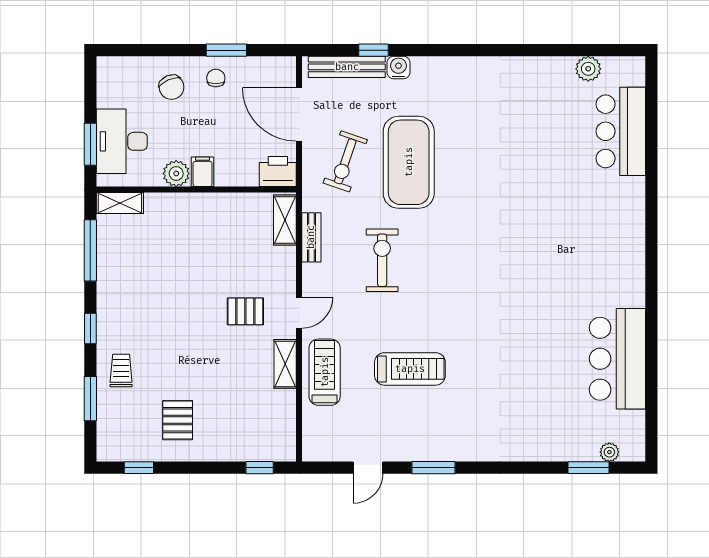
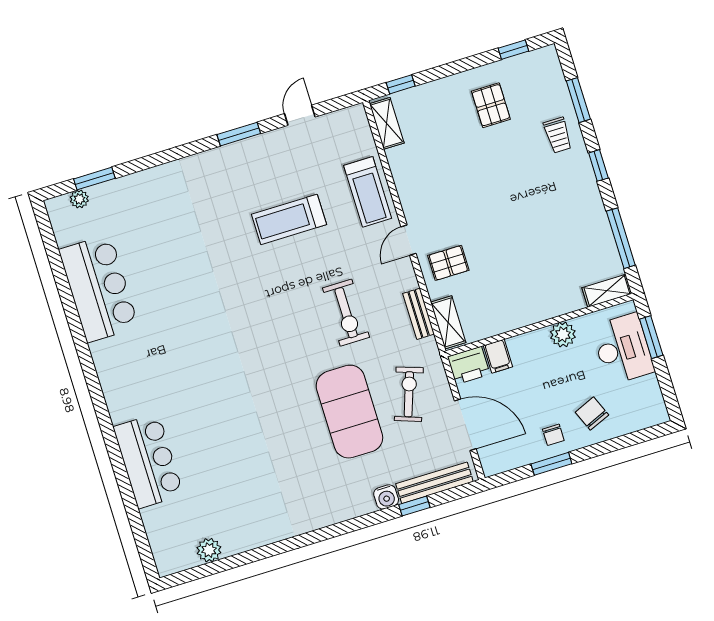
bar counter: (621, 131) -> (148, 461), moved
filing cabinet: (203, 172) -> (498, 356), moved
pallet: (245, 311) -> (448, 263), moved
shelving: (285, 364) -> (387, 123), moved

